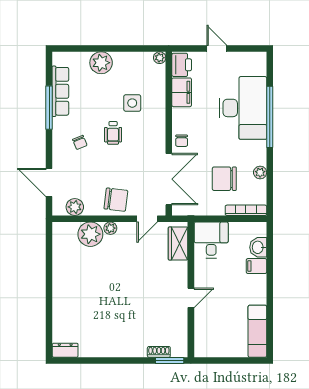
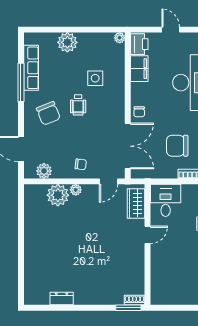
chair: (80, 142) -> (48, 113), width x1.87, depth x1.87
chair: (116, 200) -> (81, 164), width x0.54, depth x0.54
door: (191, 298) -> (147, 235), moved
dresser: (65, 350) -> (62, 299), moved
shoe rack: (159, 352) -> (135, 300), moved

